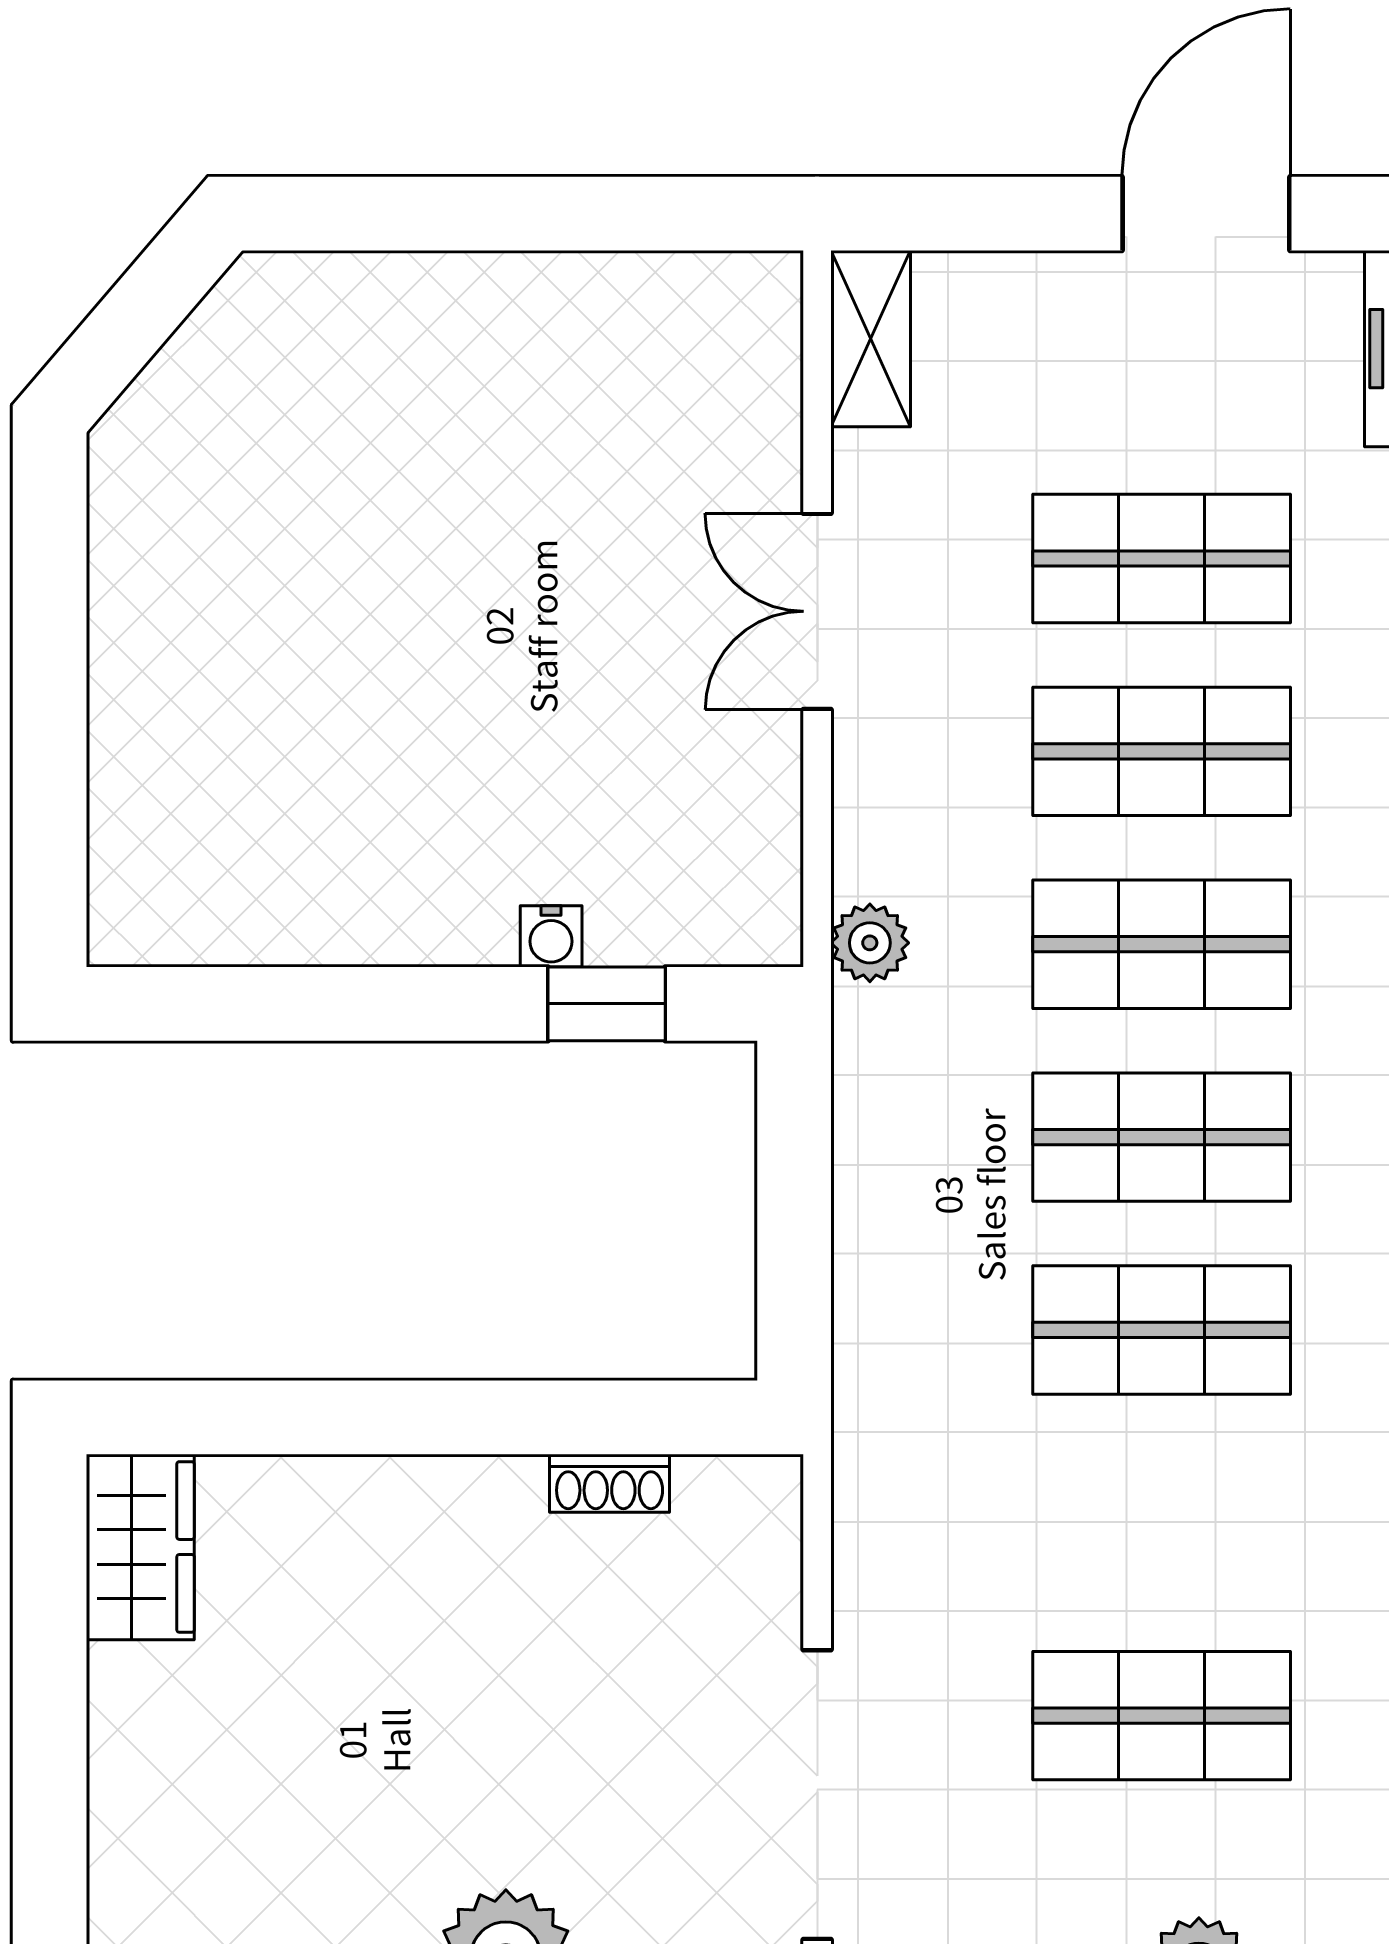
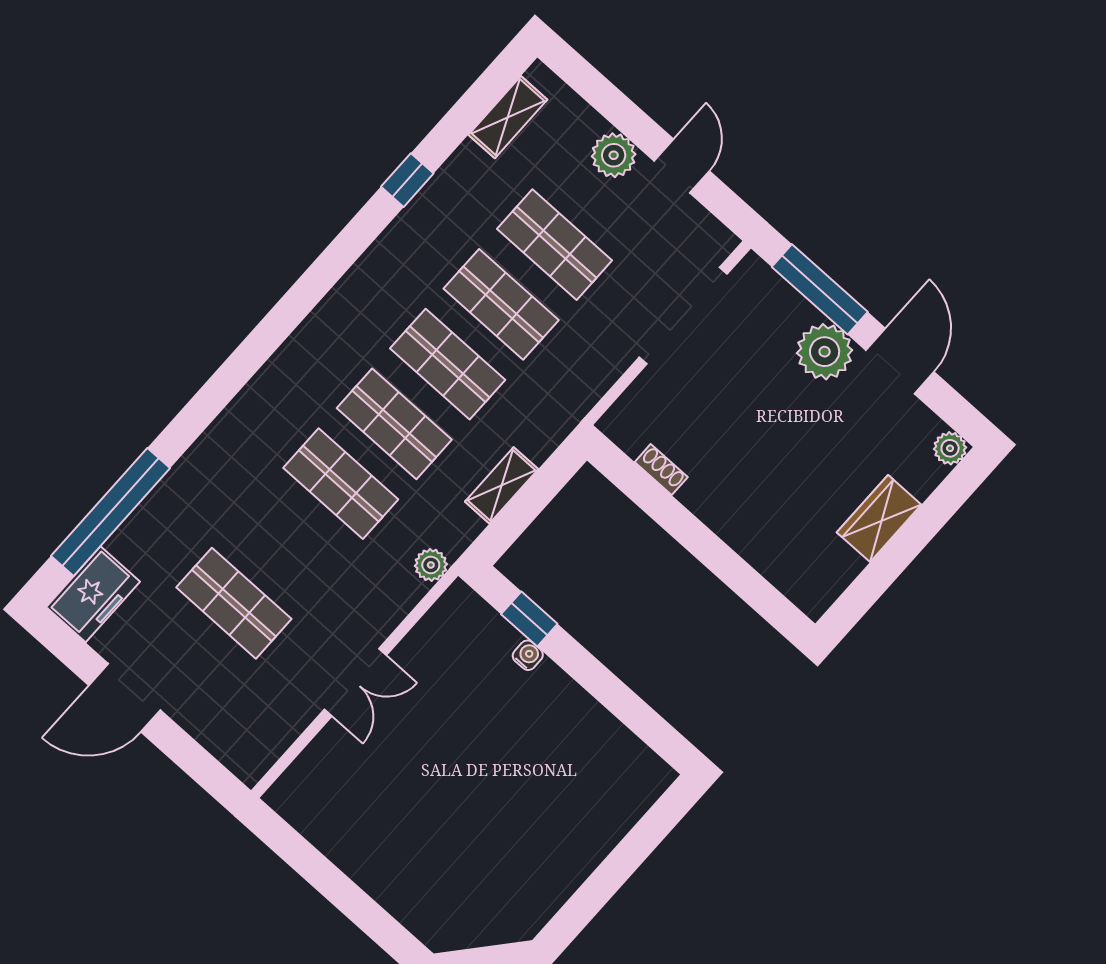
shelving: (871, 339) -> (502, 485), moved
shop shelf: (1162, 751) -> (501, 304), moved
wardrobe: (140, 1547) -> (879, 519), moved

